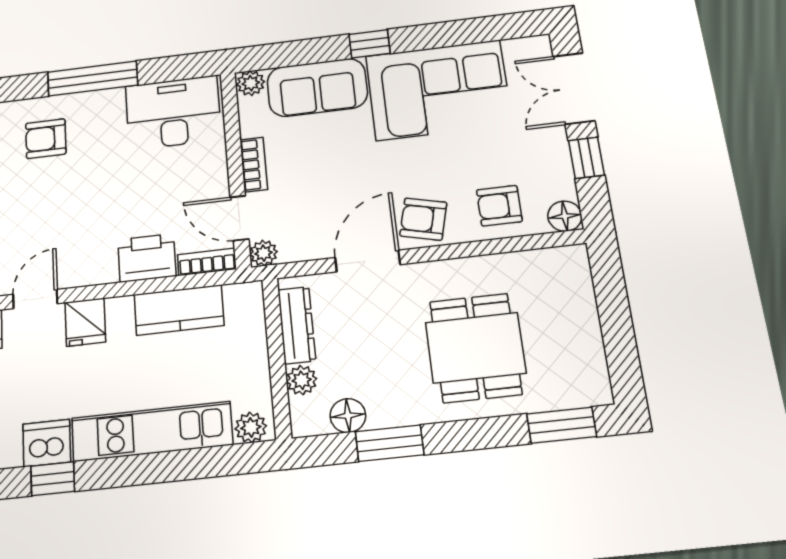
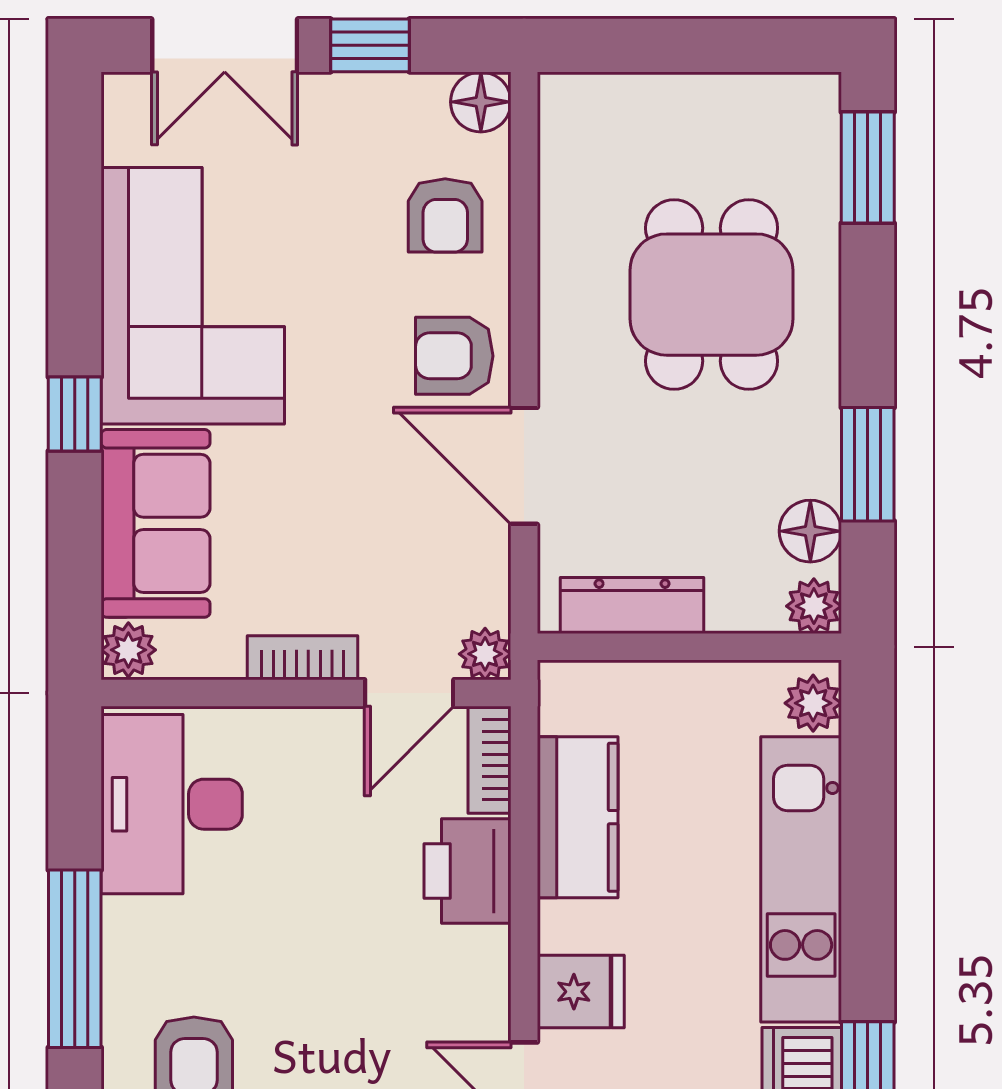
armchair: (423, 219) -> (454, 356), turned 76
dining table: (475, 348) -> (712, 295), turned 90
plant: (302, 380) -> (814, 606), moved

